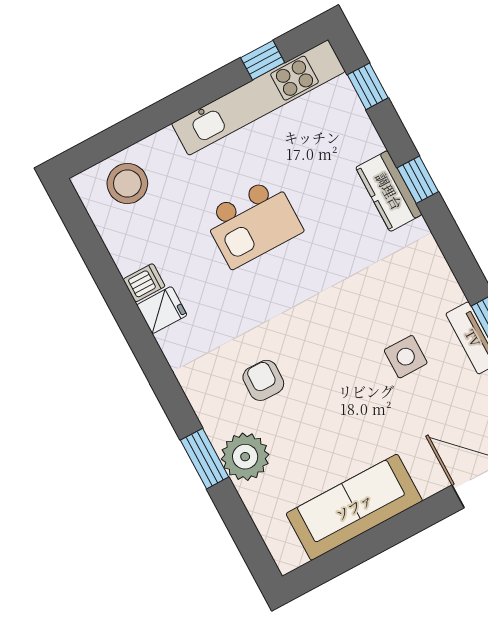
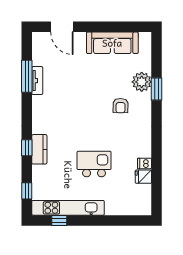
stool: (127, 184) -> (131, 202), removed
fridge: (162, 310) -> (143, 177), moved
side table: (406, 357) -> (65, 87), removed

